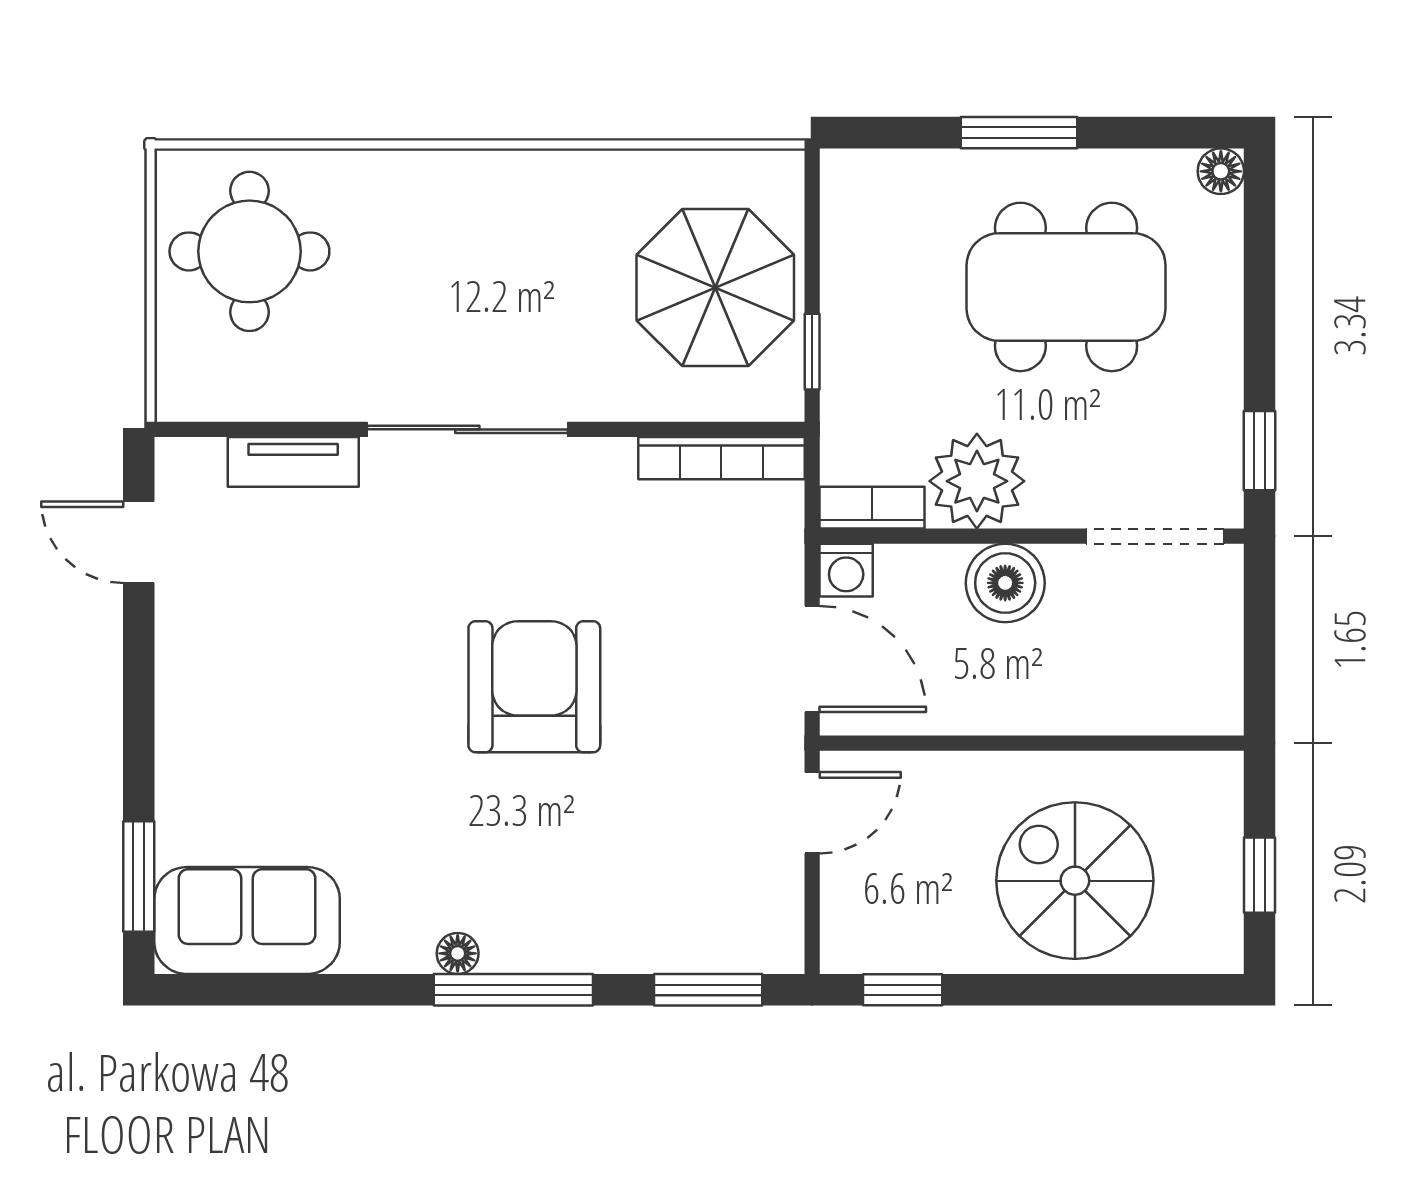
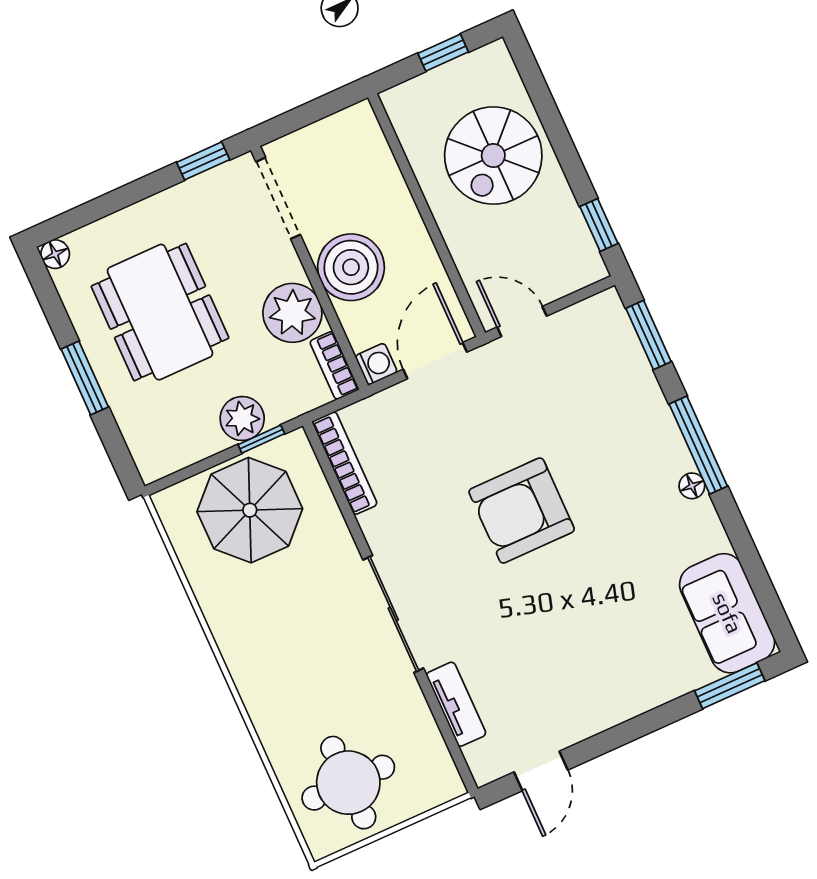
plant: (855, 337) -> (242, 418), added
boiler: (1005, 583) -> (351, 267), width x1.37, depth x1.37

